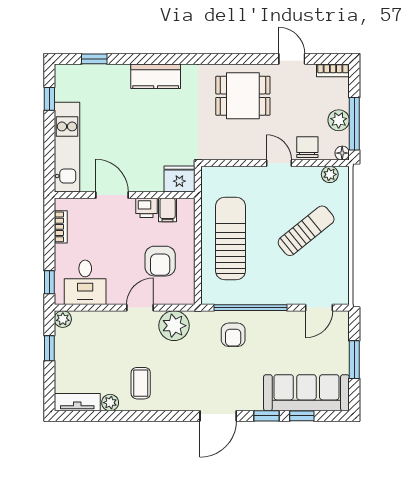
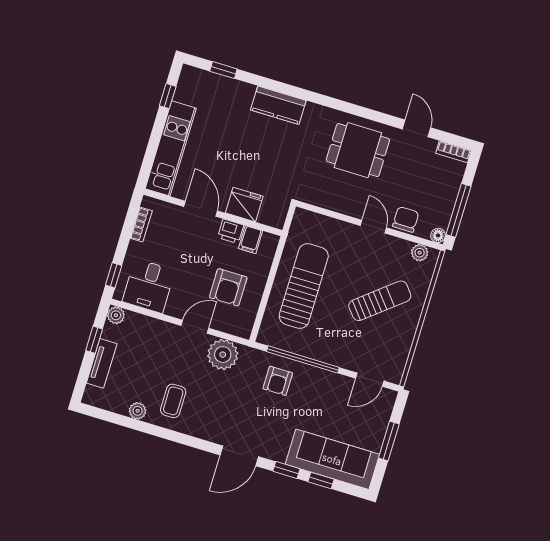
plant: (339, 120) -> (444, 202), removed
fridge: (179, 179) -> (244, 205), moved
tv unit: (77, 402) -> (102, 363), moved, turned 90

